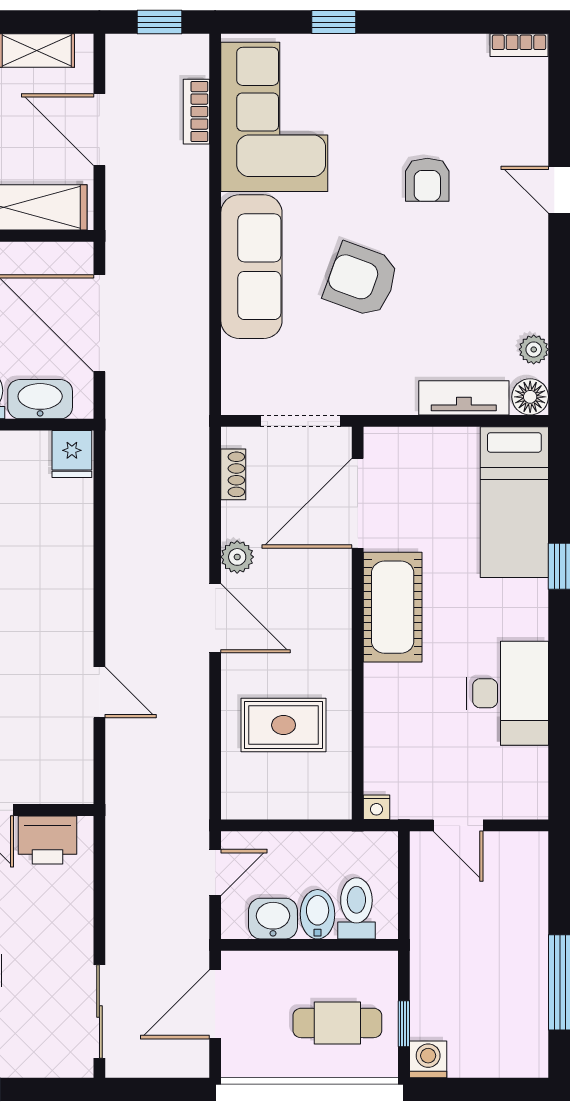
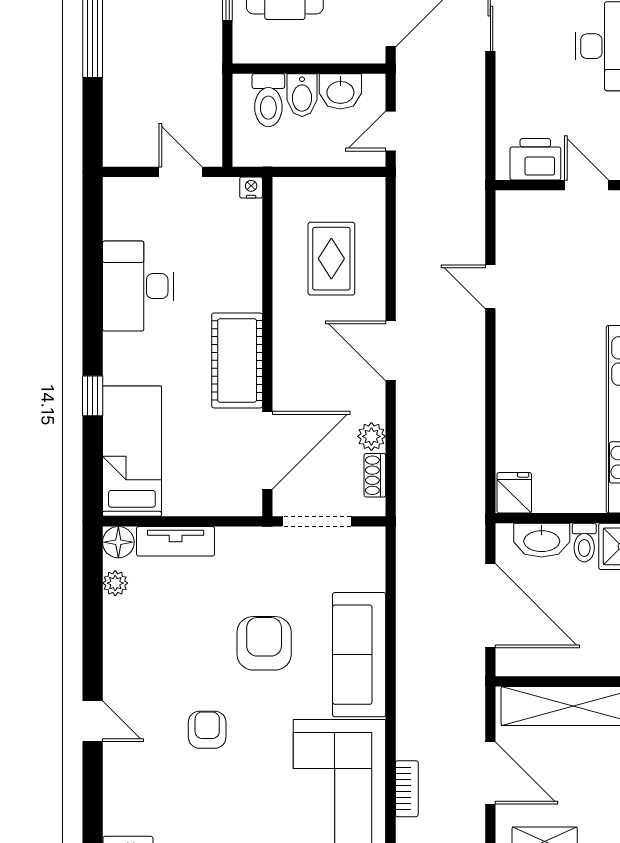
armchair: (361, 280) -> (264, 643), turned -110
plant: (237, 557) -> (371, 436), moved
rug: (284, 725) -> (331, 259), turned 90

